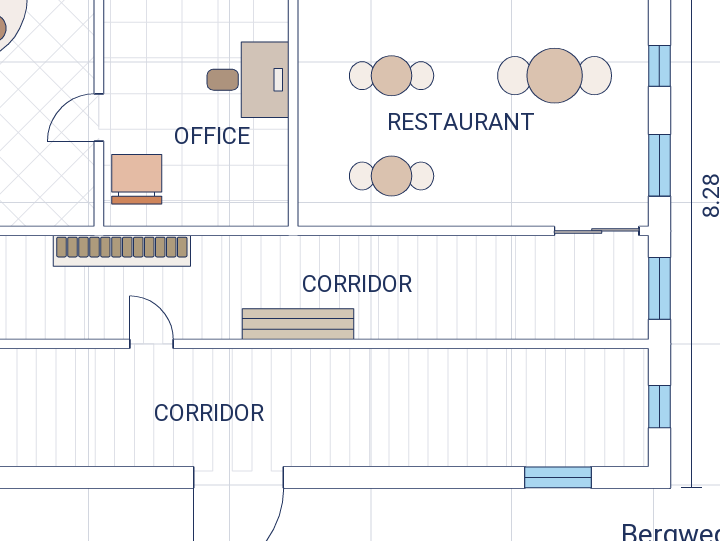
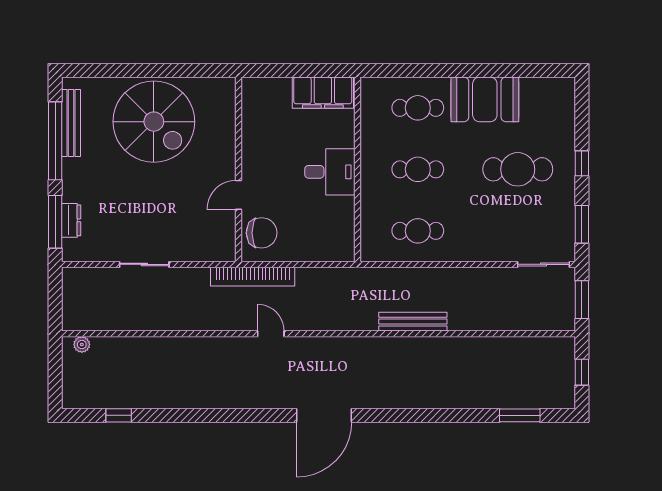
chair: (137, 179) -> (262, 233), turned 90
bench: (298, 324) -> (413, 322), moved

